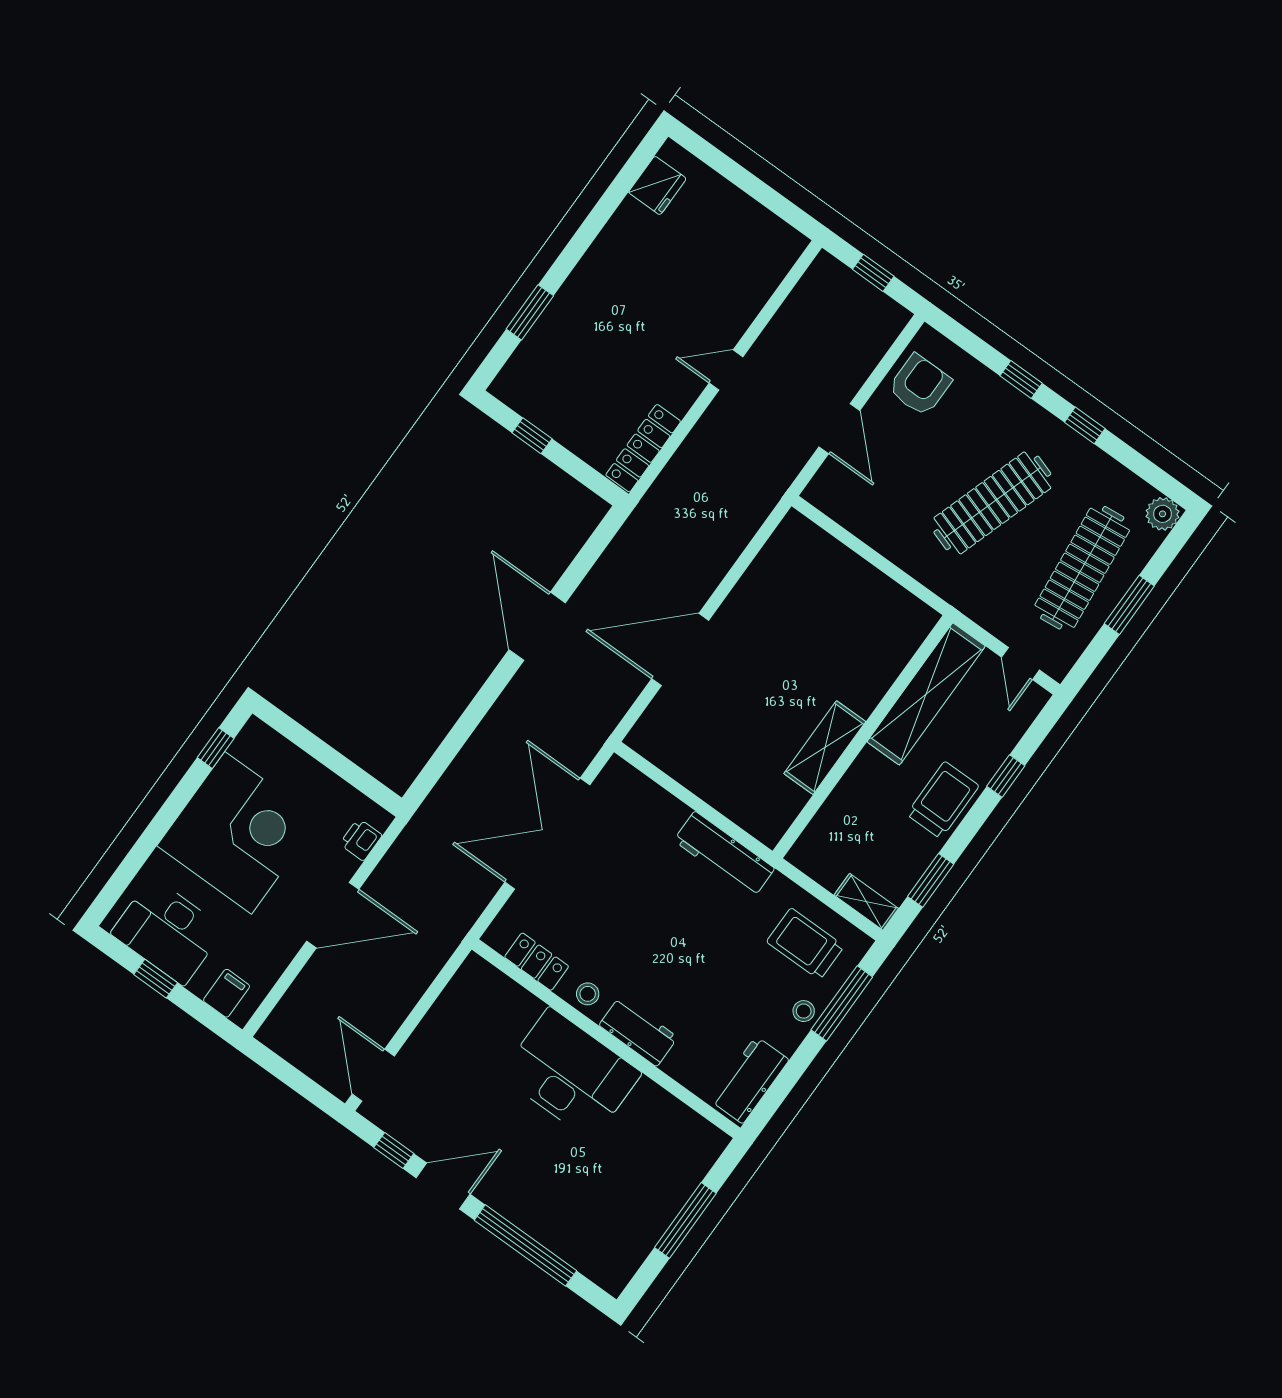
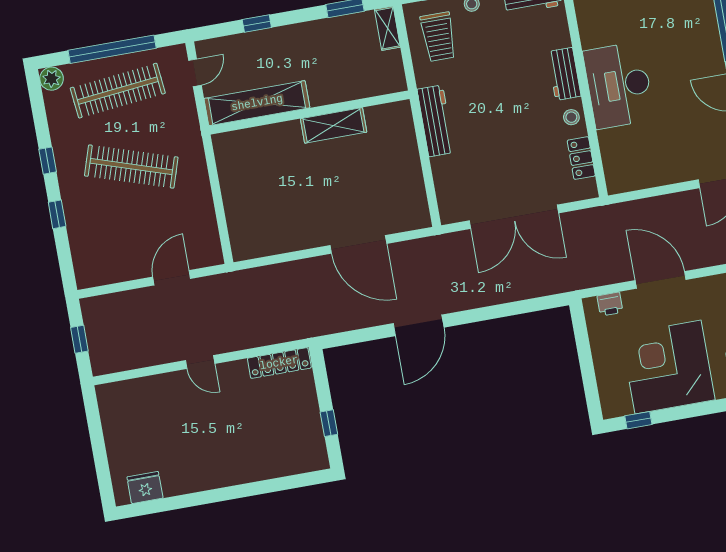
window: (530, 312) -> (270, 486), removed
armchair: (920, 385) -> (110, 261), removed
window: (1129, 605) -> (112, 49), width x2.11
trolley: (943, 800) -> (300, 42), removed

